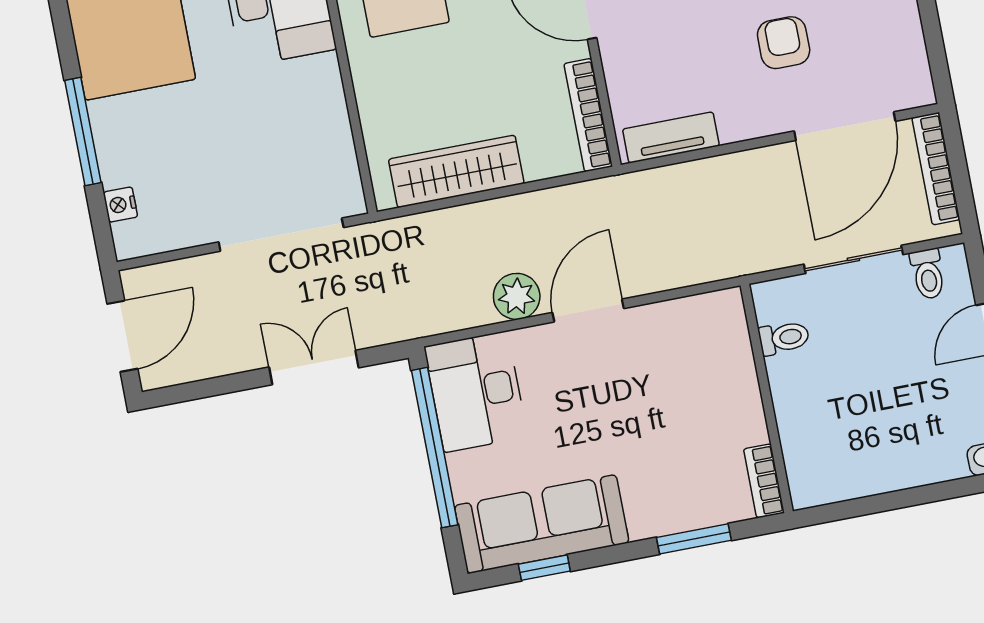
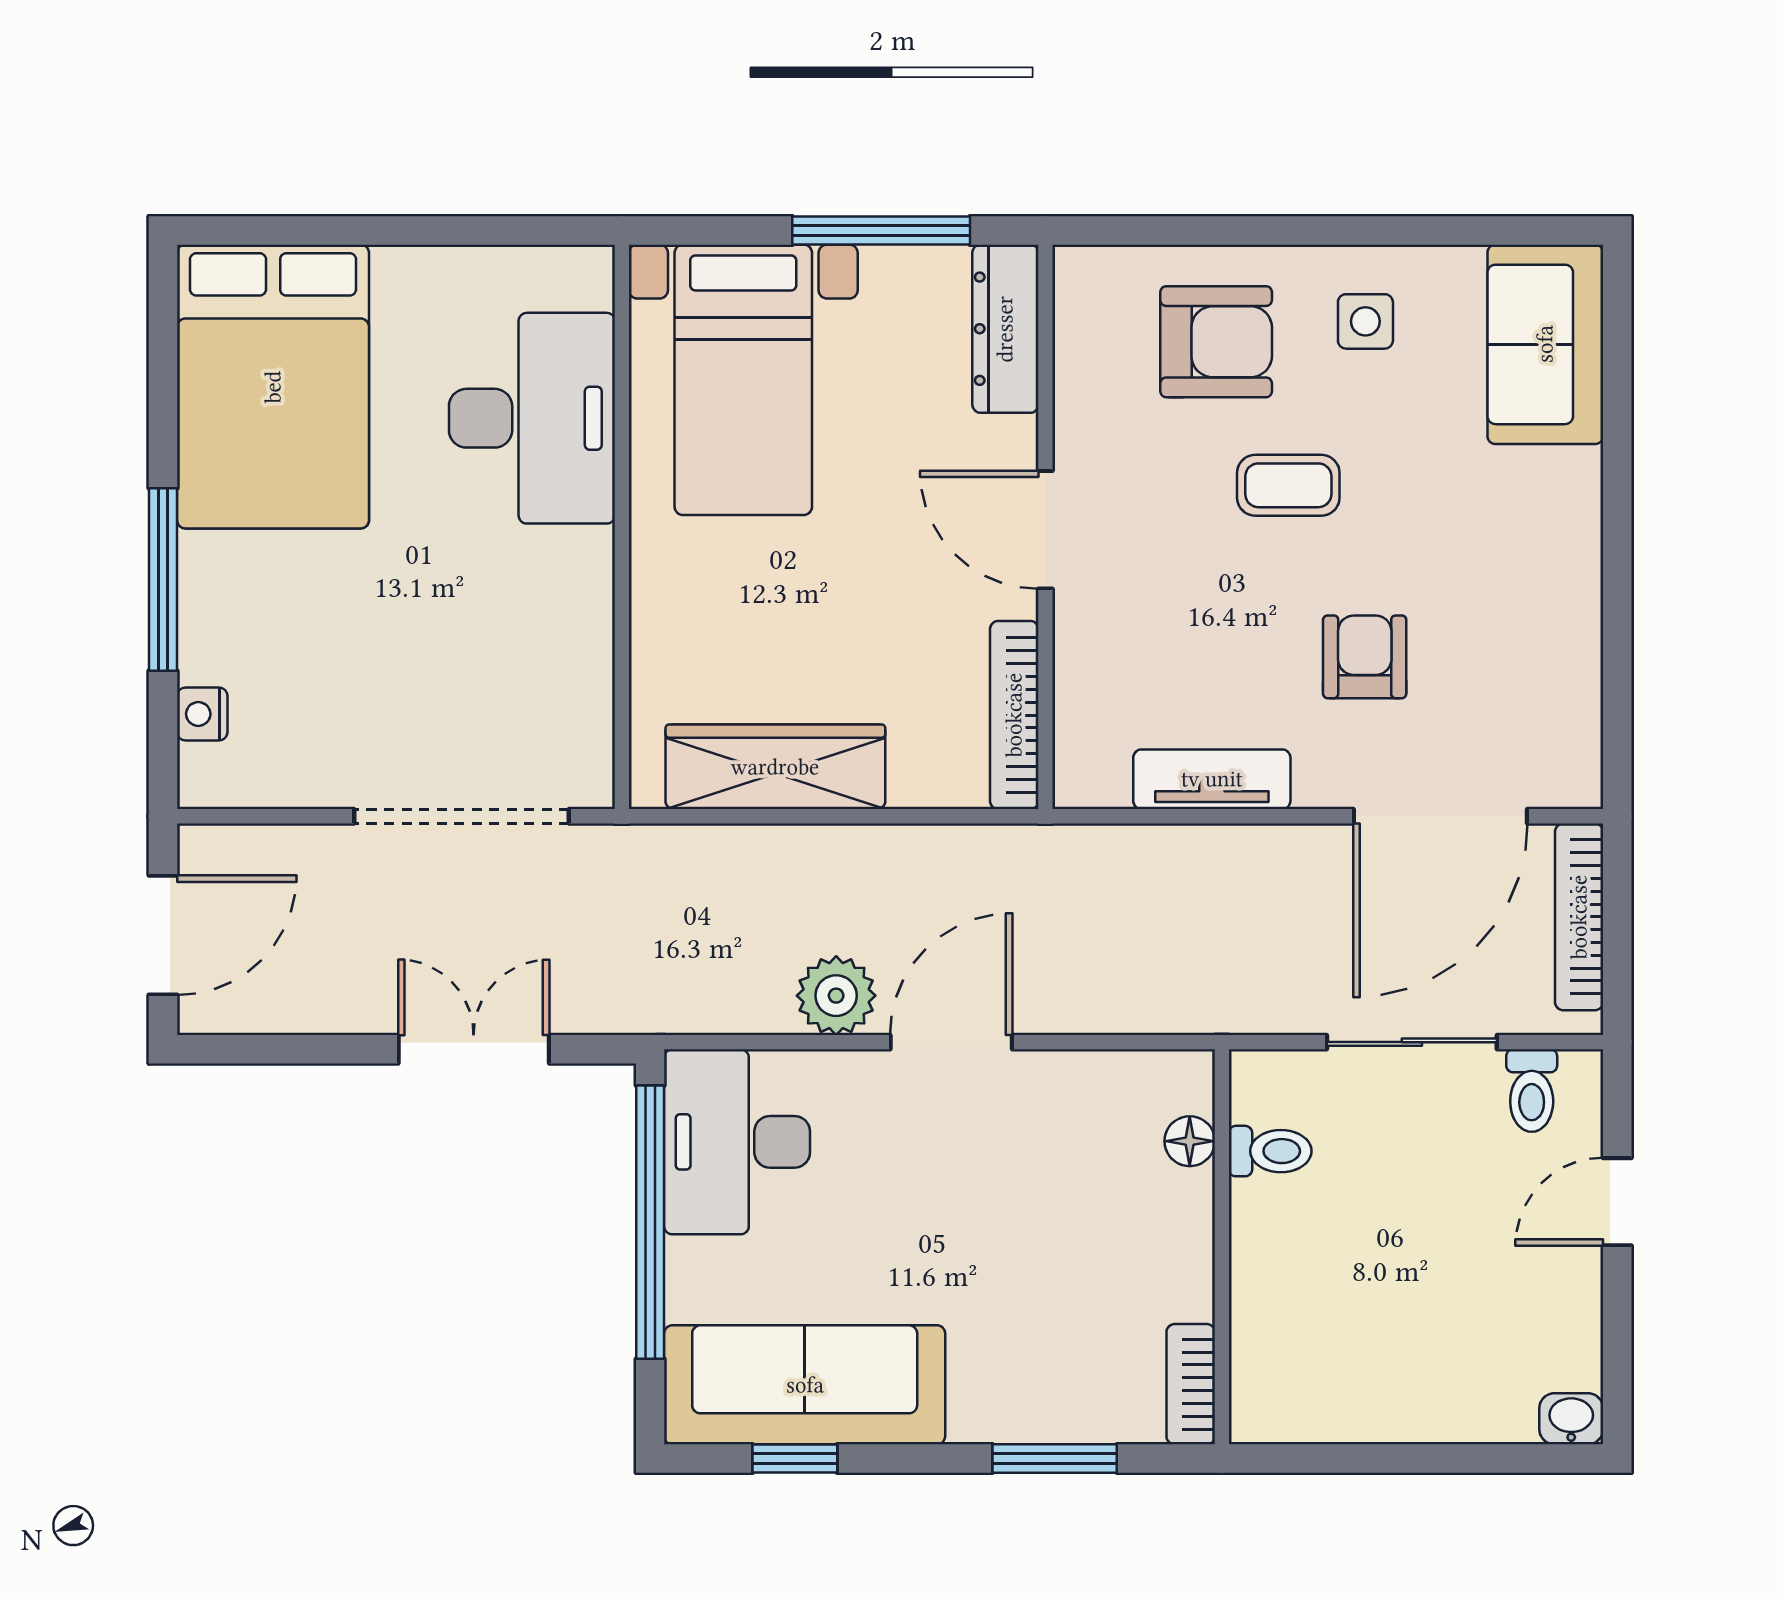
tv unit: (671, 138) -> (1212, 779), moved
floor lamp: (736, 341) -> (1190, 1141), added

